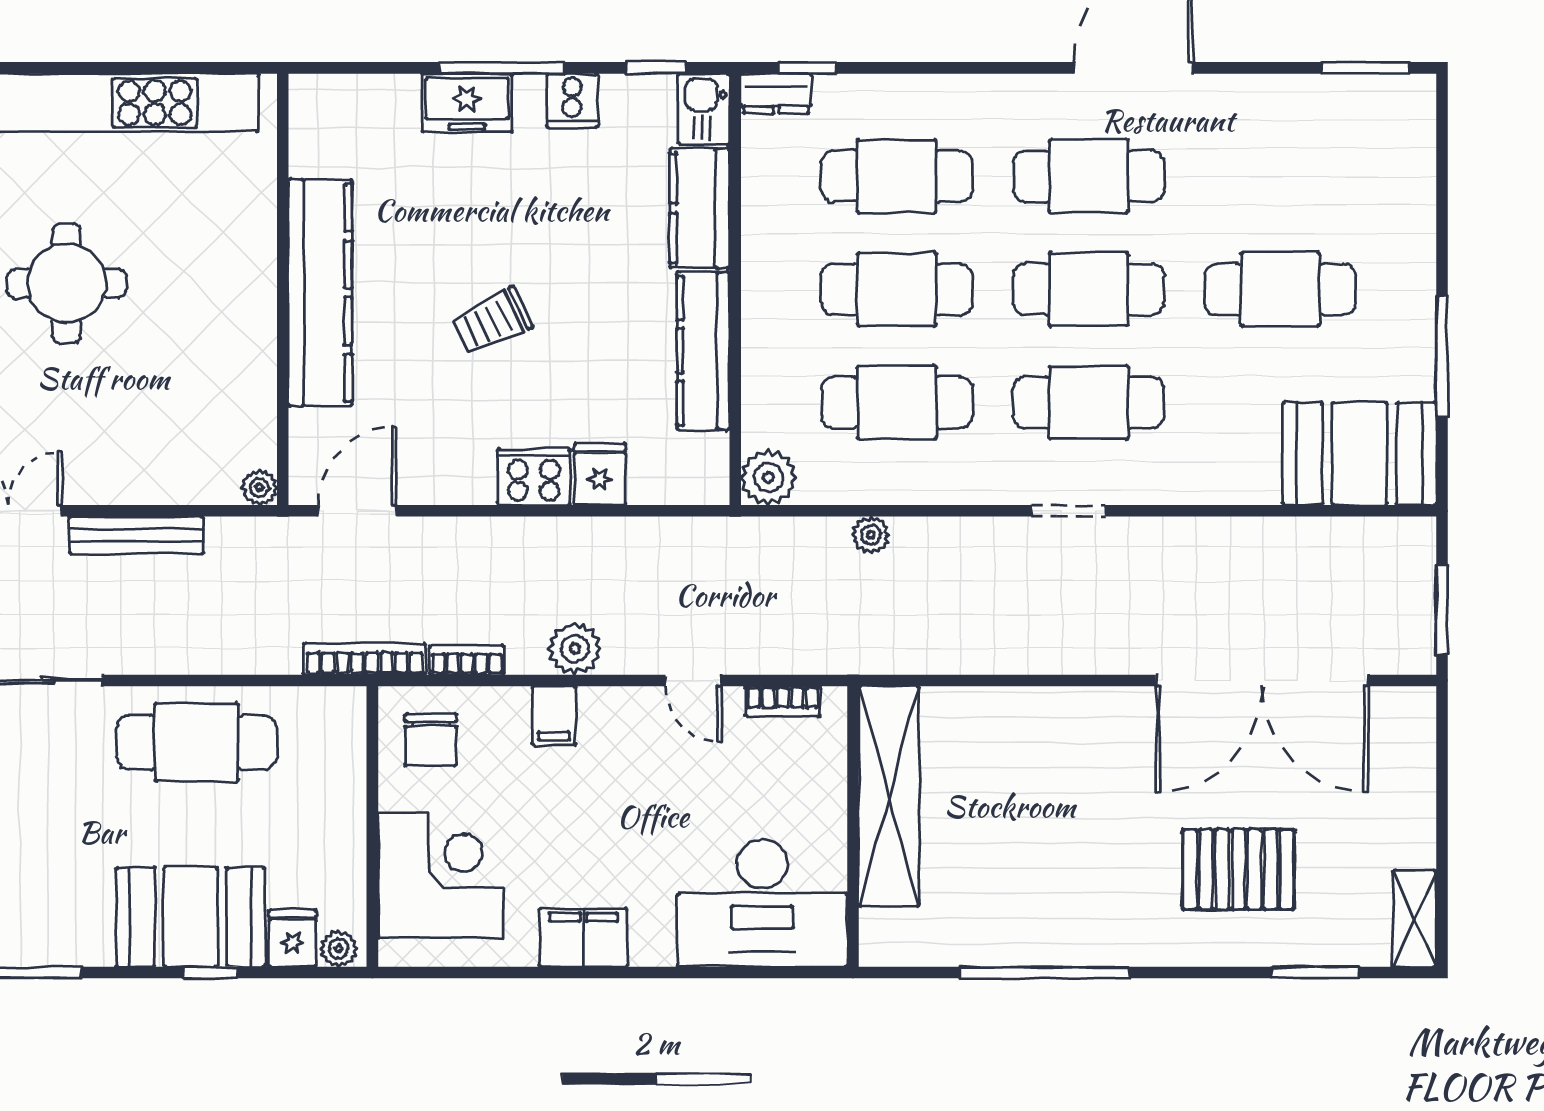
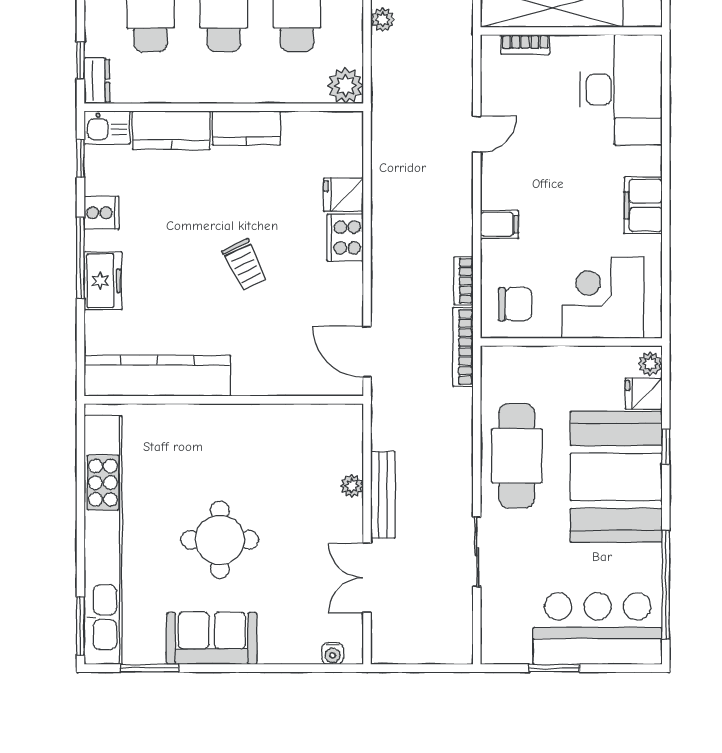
kitchen counter: (320, 293) -> (157, 376), moved
kitchen counter: (703, 351) -> (246, 128), width x0.67
plant: (259, 487) -> (352, 486), moved
plant: (575, 649) -> (456, 211), removed
bookcase: (783, 701) -> (525, 44), moved, turned 90
booth: (191, 917) -> (616, 477), width x1.36, depth x1.42

